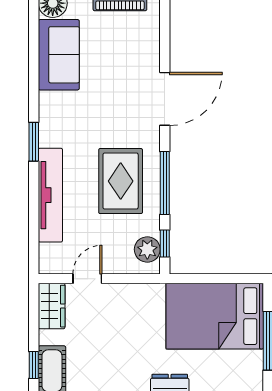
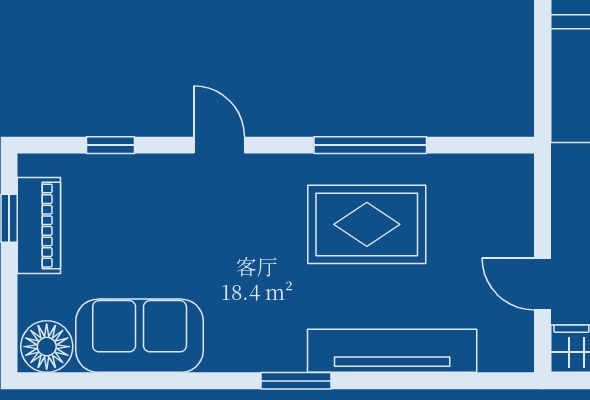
door: (165, 99) -> (219, 145), width x0.53
window: (165, 244) -> (111, 145), moved
plant: (147, 249) -> (490, 176), removed

